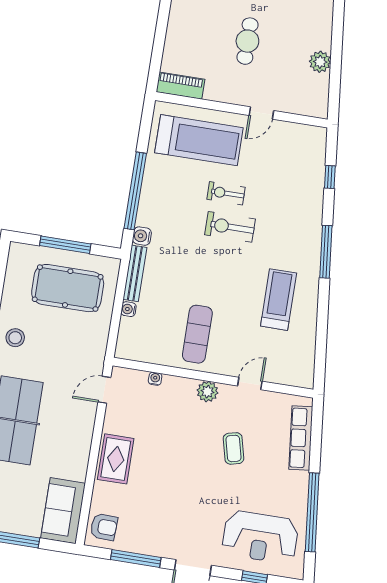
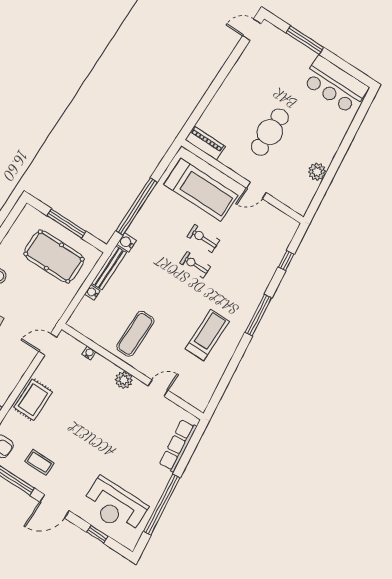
cafe table: (247, 41) -> (270, 132), width x1.37, depth x1.35
exercise bike: (230, 227) -> (195, 265), width x0.73, depth x0.72
coffee table: (233, 448) -> (39, 462), moved, turned -76

